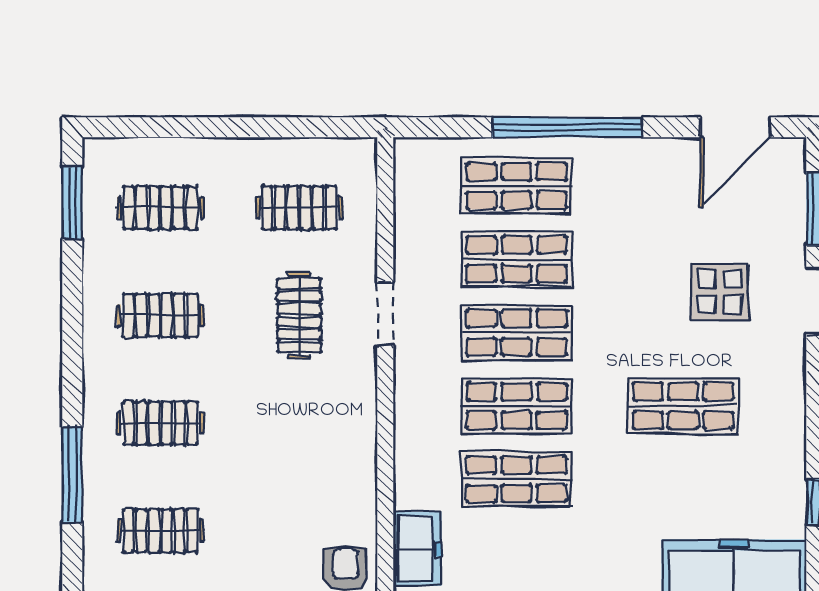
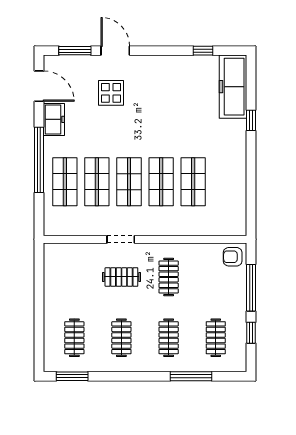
clothes rail: (299, 208) -> (169, 277), moved
shop shelf: (683, 406) -> (161, 109), removed
freezer: (417, 549) -> (54, 119), moved, turned 90

